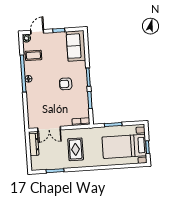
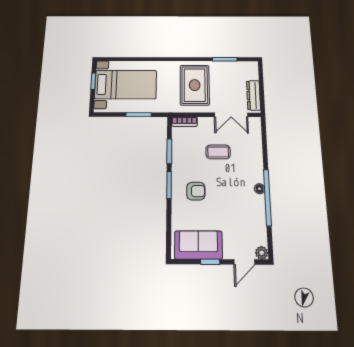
sofa: (76, 46) -> (198, 245), moved, turned -90
coffee table: (33, 55) -> (218, 152), moved
armchair: (66, 84) -> (196, 191), moved
double door: (49, 129) -> (231, 115), swing flipped
rug: (76, 149) -> (195, 85), width x1.36, depth x1.43

